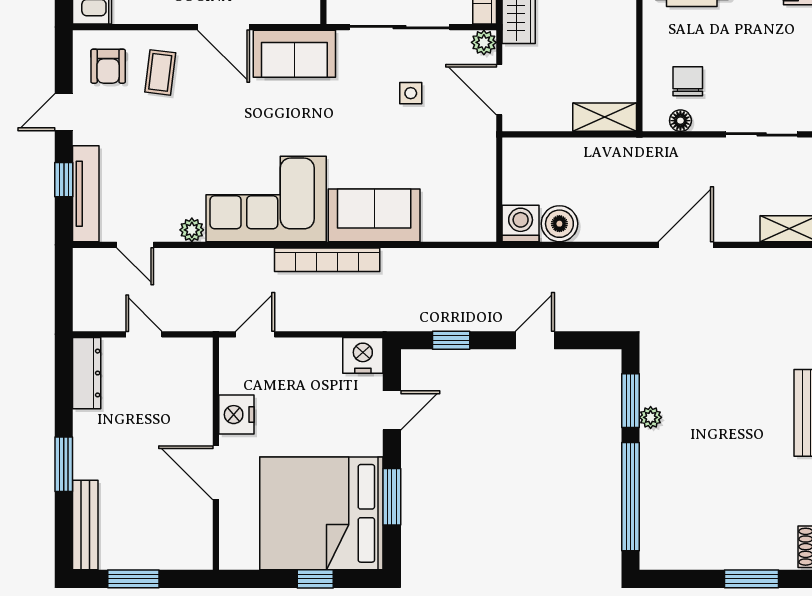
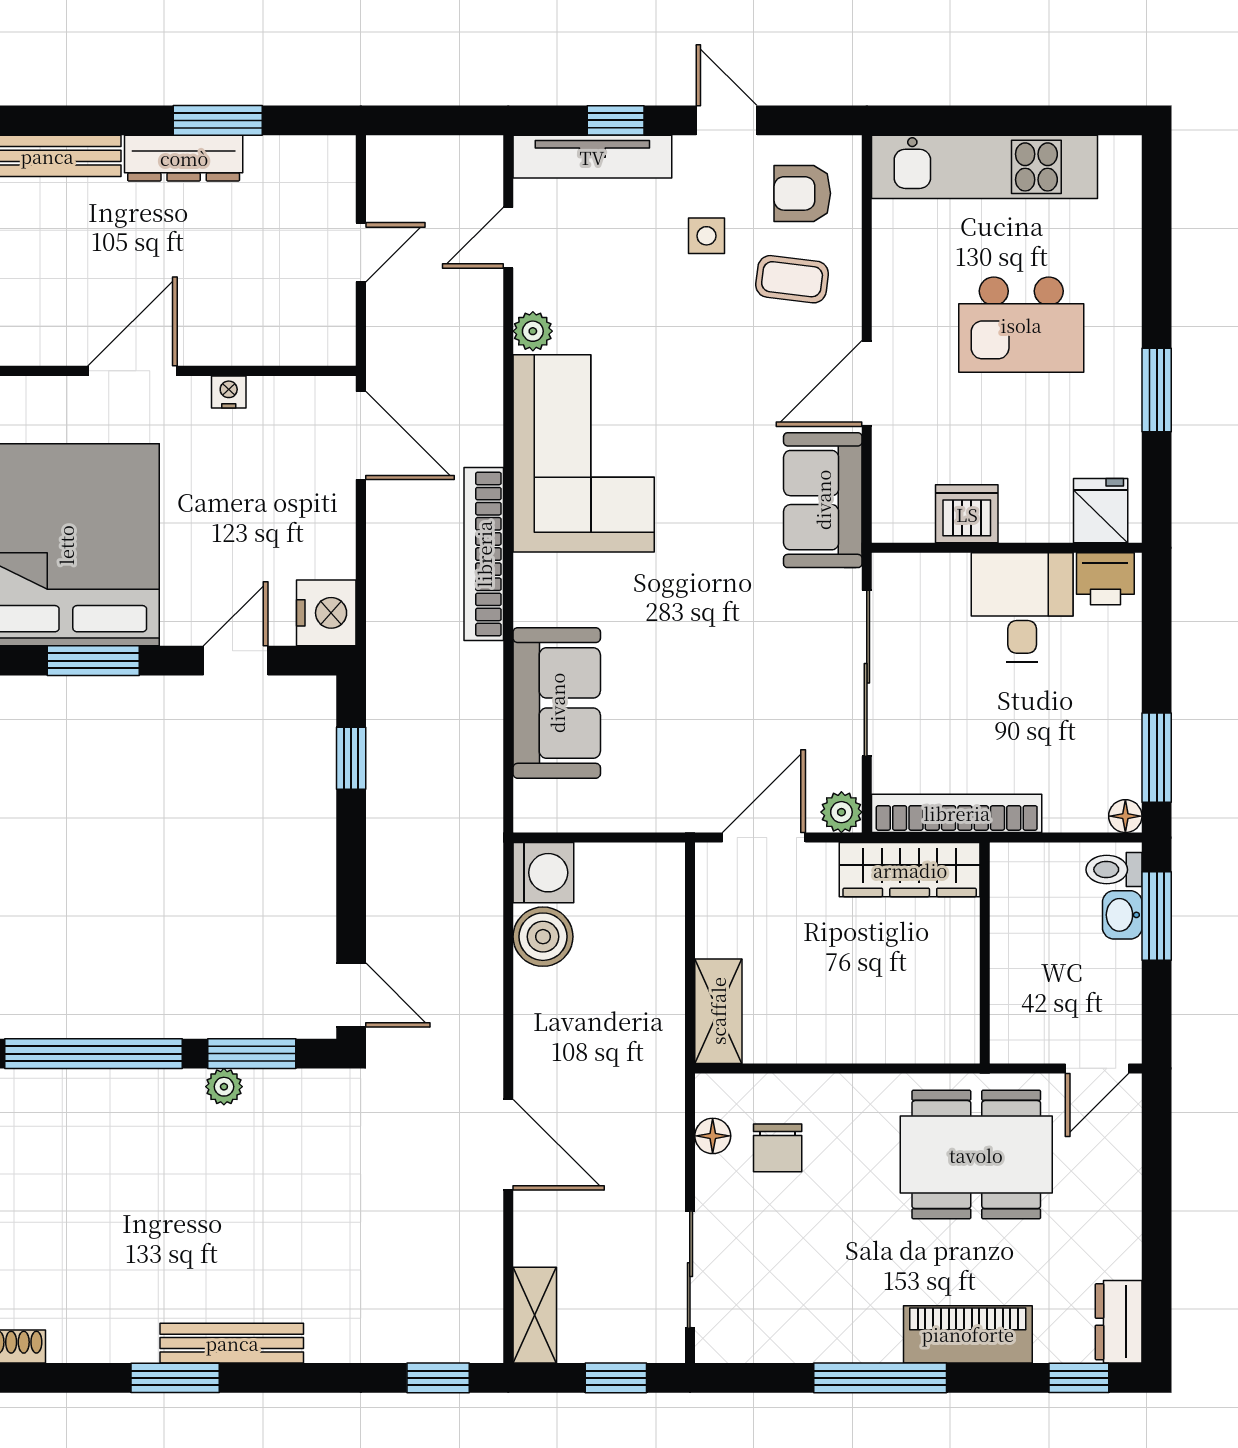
chair: (688, 81) -> (778, 1148), turned 90
side table: (411, 93) -> (706, 236), moved
sofa: (374, 215) -> (557, 703), moved
door: (255, 334) -> (361, 436), width x1.38
door: (535, 340) -> (351, 995), moved
dresser: (87, 373) -> (184, 158), moved
door: (392, 410) -> (236, 661), swing flipped
nightstand: (236, 415) -> (229, 392), width x0.53, depth x0.56
window: (64, 464) -> (218, 120), moved

